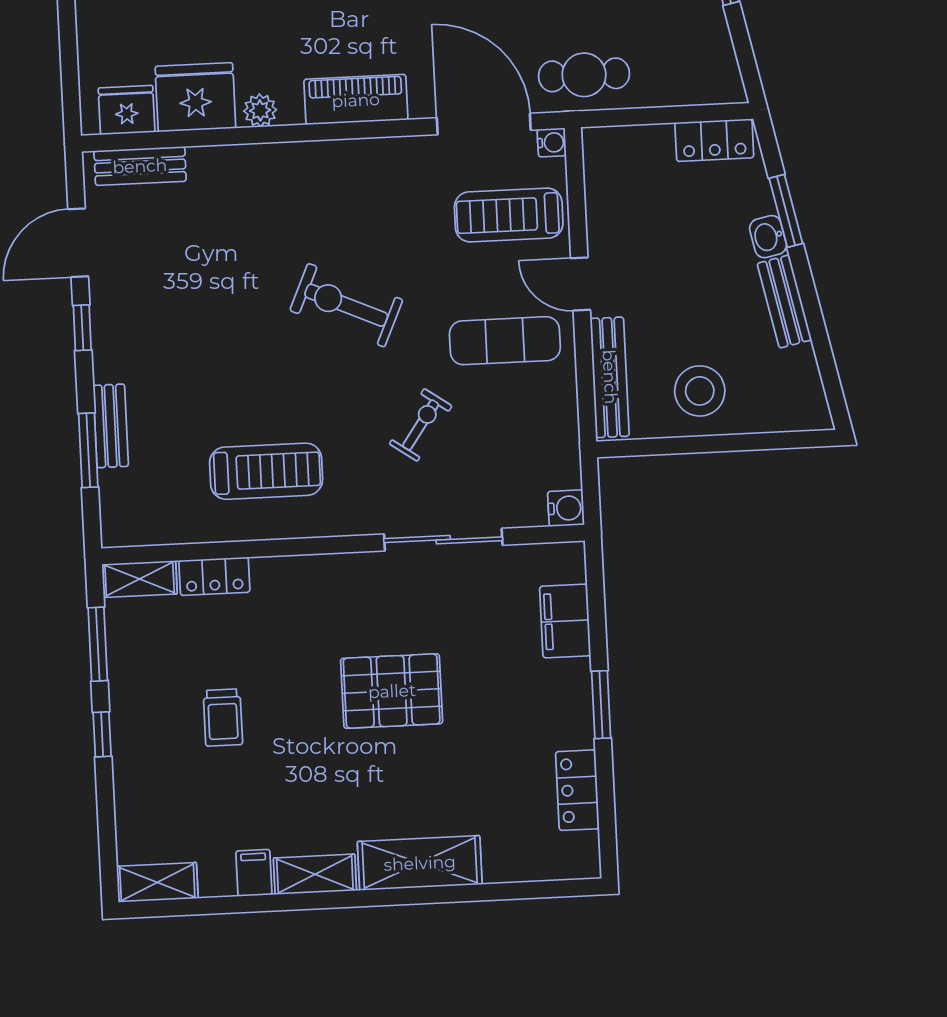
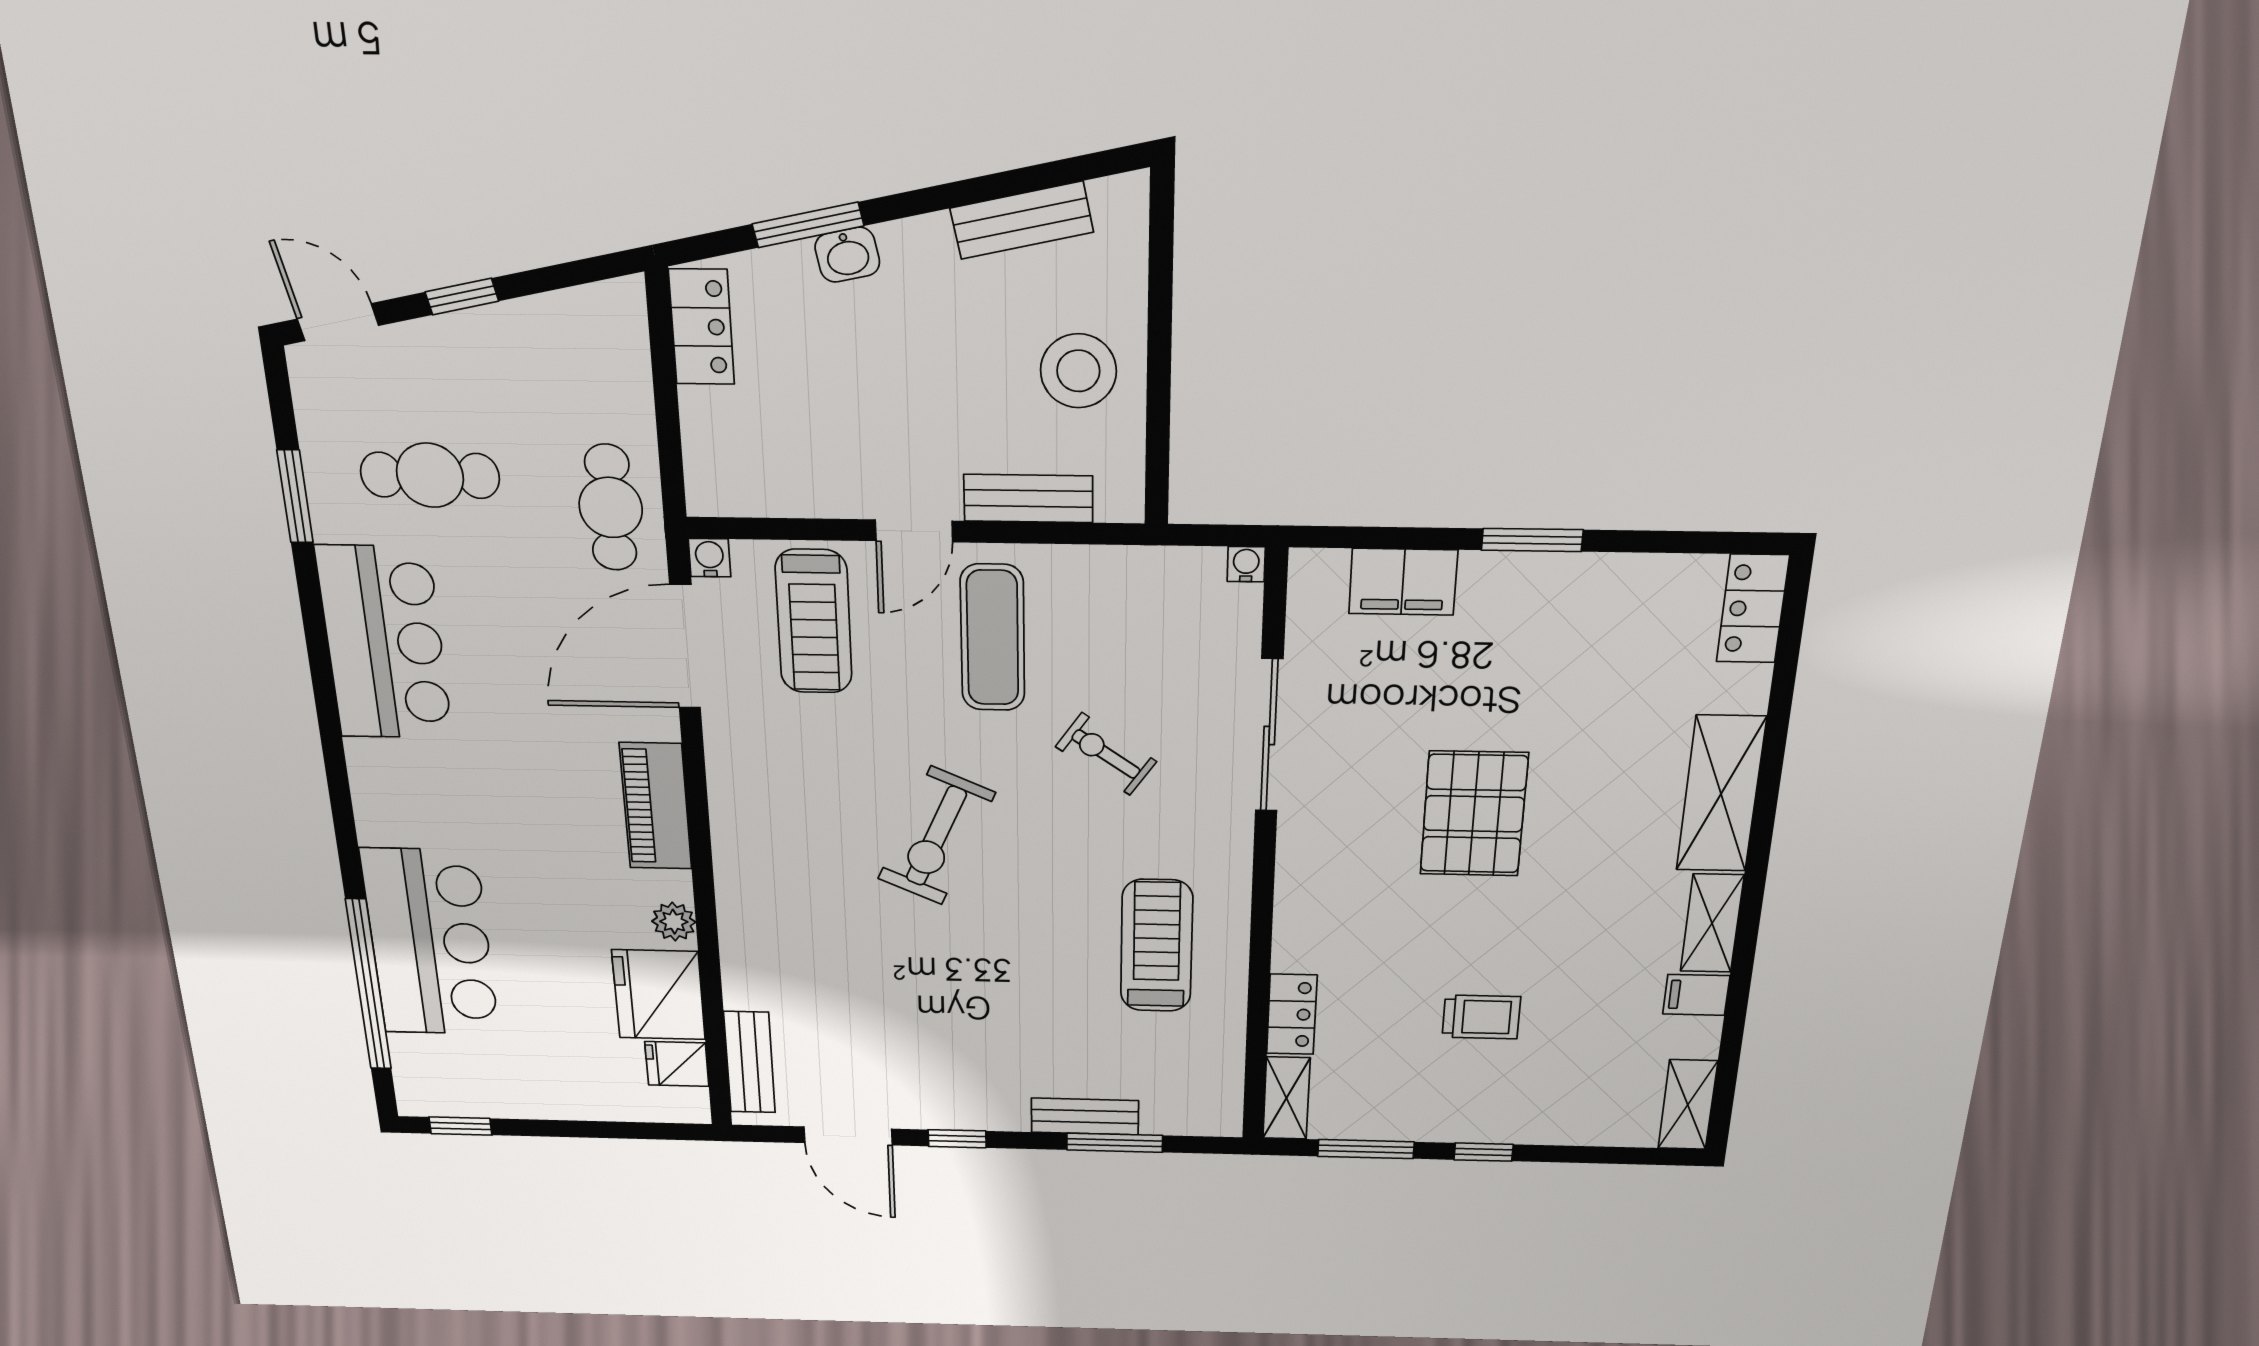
fridge: (127, 110) -> (677, 1064), width x0.72
bench: (784, 302) -> (1022, 220), moved
bench: (610, 377) -> (1028, 498), width x0.73
water cooler: (566, 508) -> (1246, 564), width x0.72, depth x0.72
locker: (577, 790) -> (1753, 609), moved, turned 90

